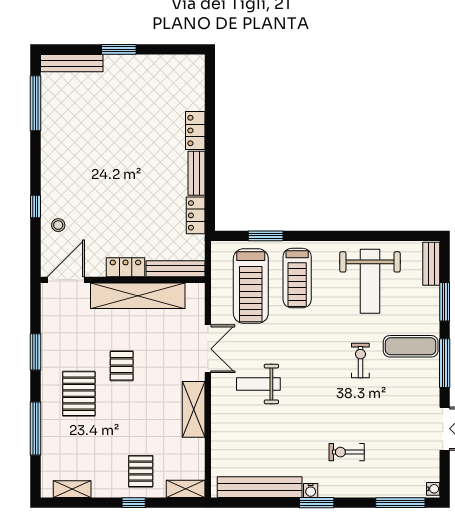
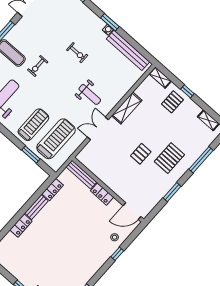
shelving: (138, 296) -> (108, 177), removed
exercise bike: (347, 452) -> (77, 53), moved

